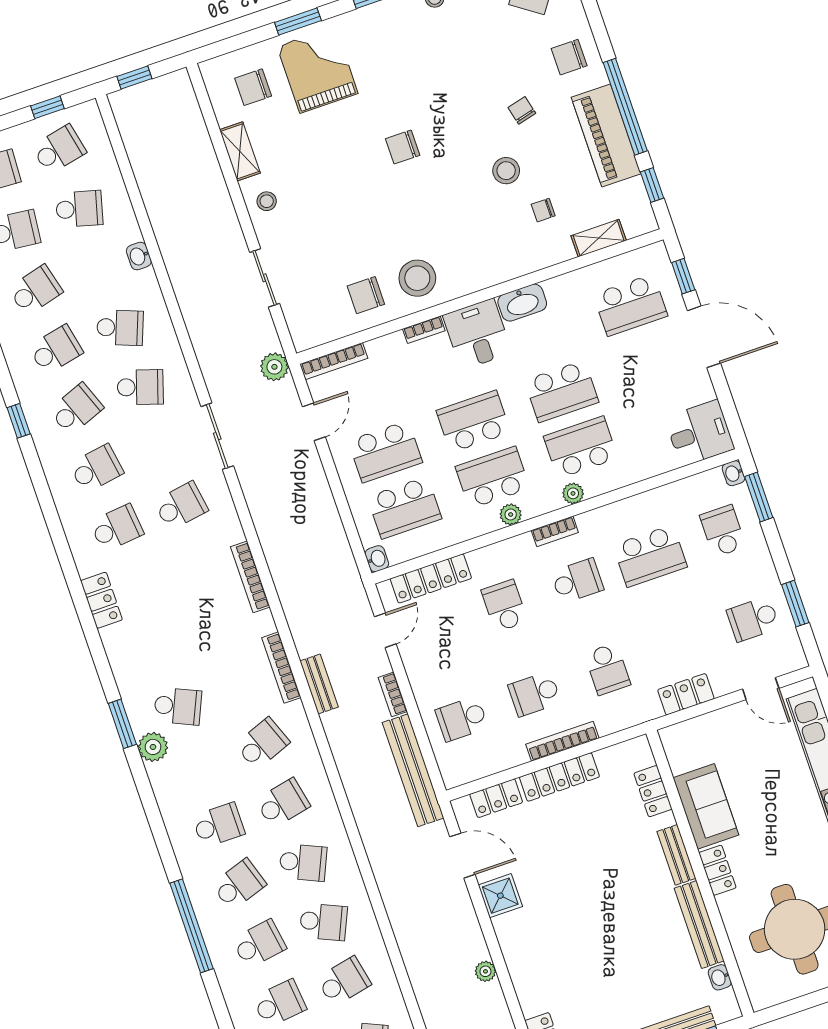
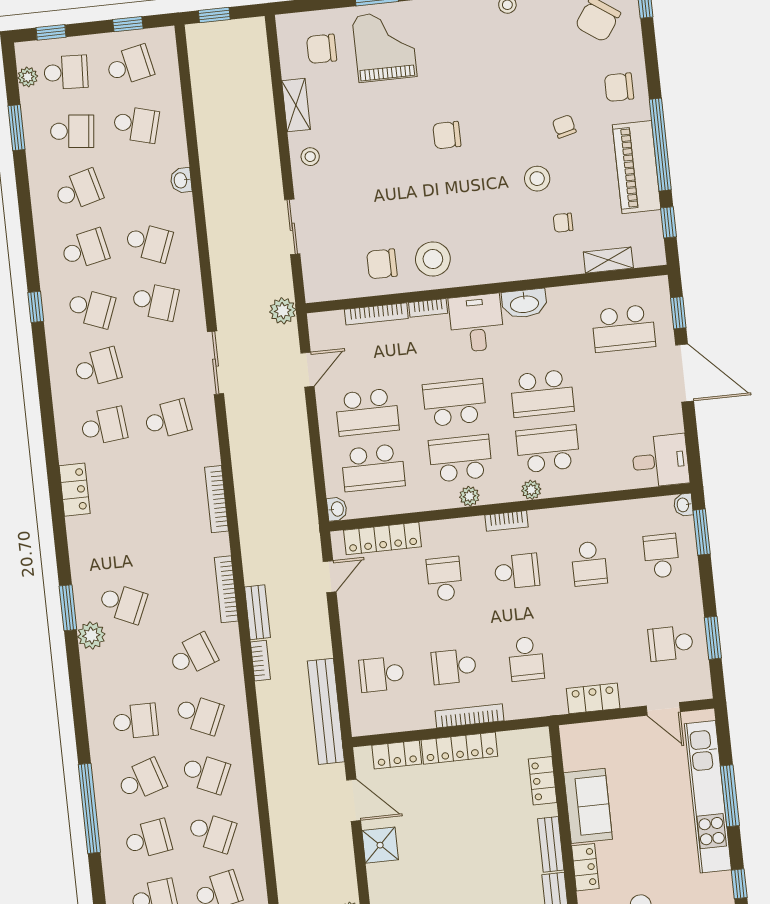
bookcase: (334, 361) -> (376, 314), moved
school desk: (76, 409) -> (91, 308), turned 42
school desk: (650, 556) -> (589, 564), width x0.54
bookcase: (393, 694) -> (260, 661), moved, turned 180
school desk: (283, 803) -> (199, 714), turned 36

